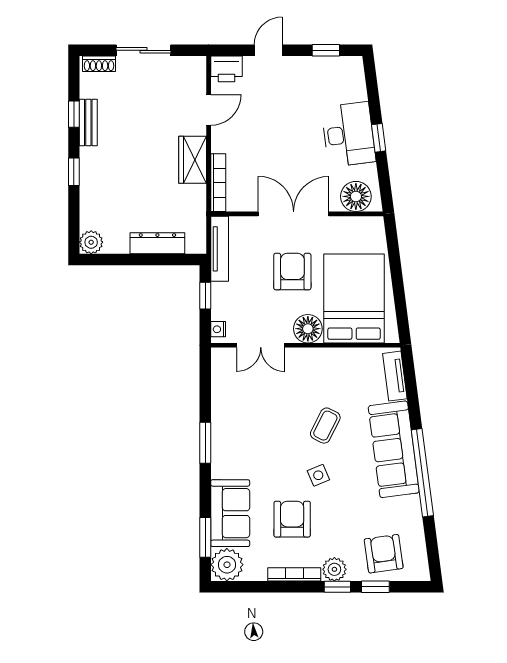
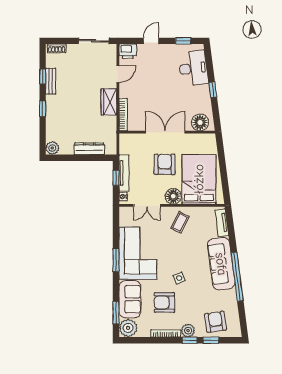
sliding door: (144, 50) -> (94, 41), moved
desk: (348, 134) -> (193, 68), moved
tv unit: (220, 249) -> (124, 173), moved
coffee table: (325, 426) -> (180, 222), moved
corner sofa: (244, 431) -> (138, 253), added
armchair: (292, 519) -> (164, 303), turned -90

